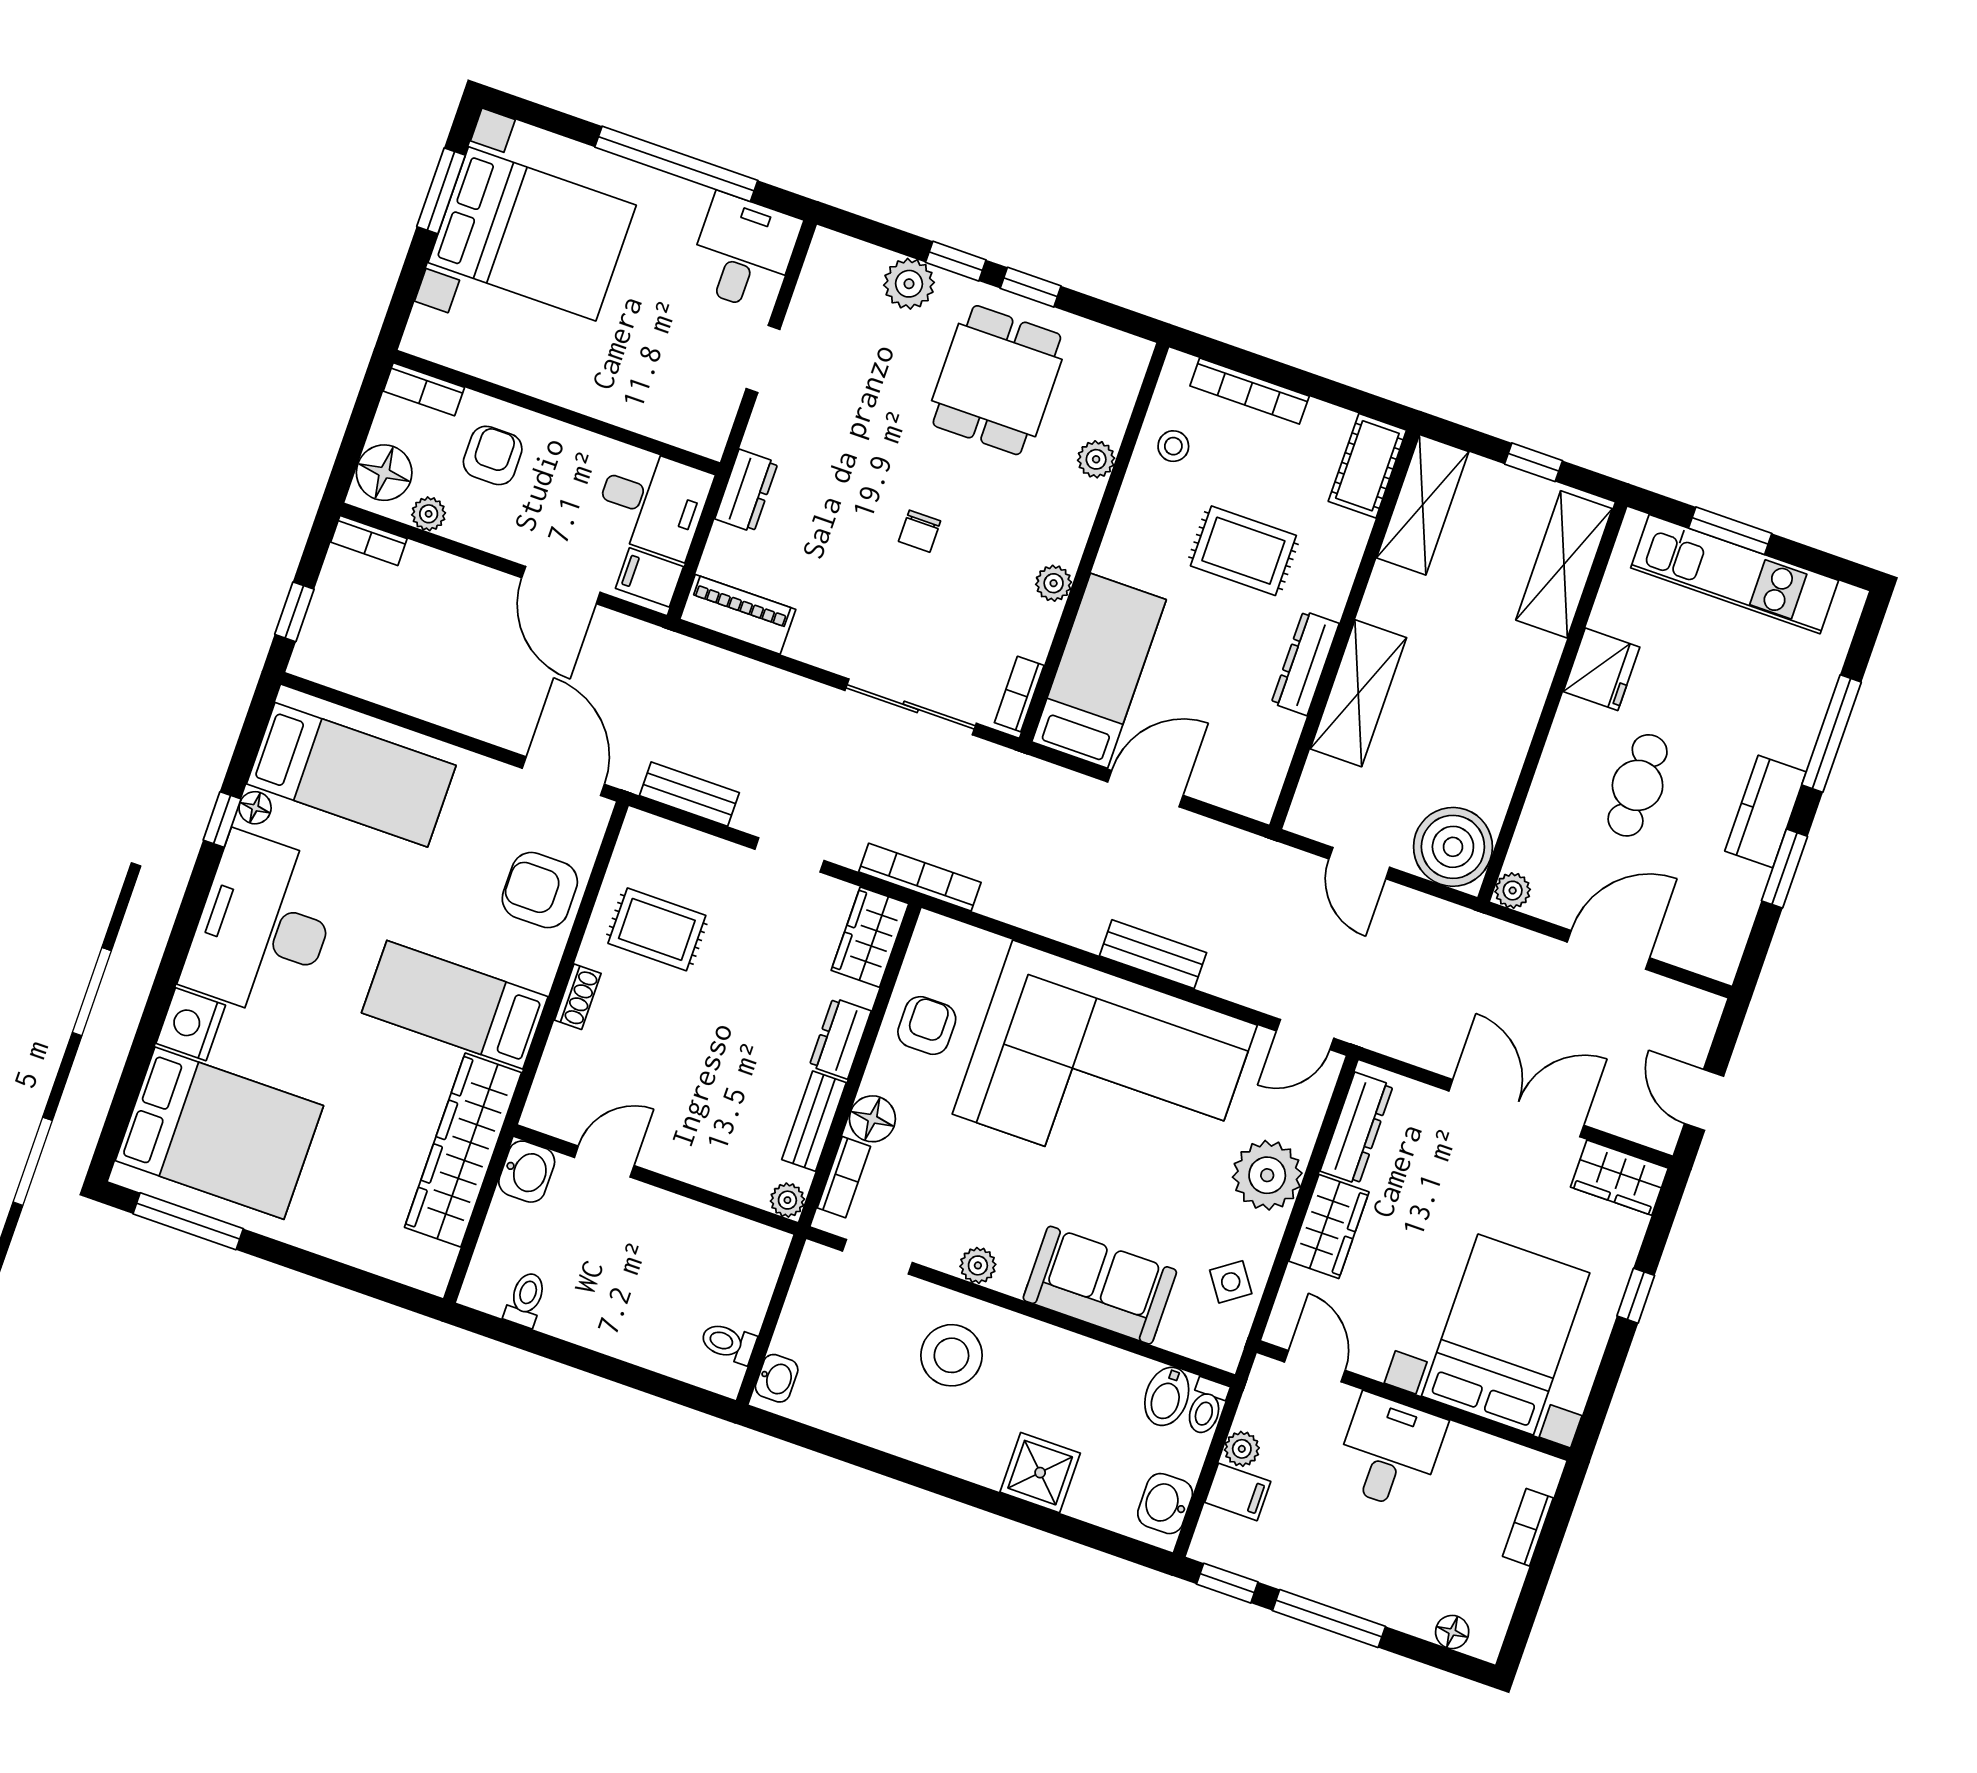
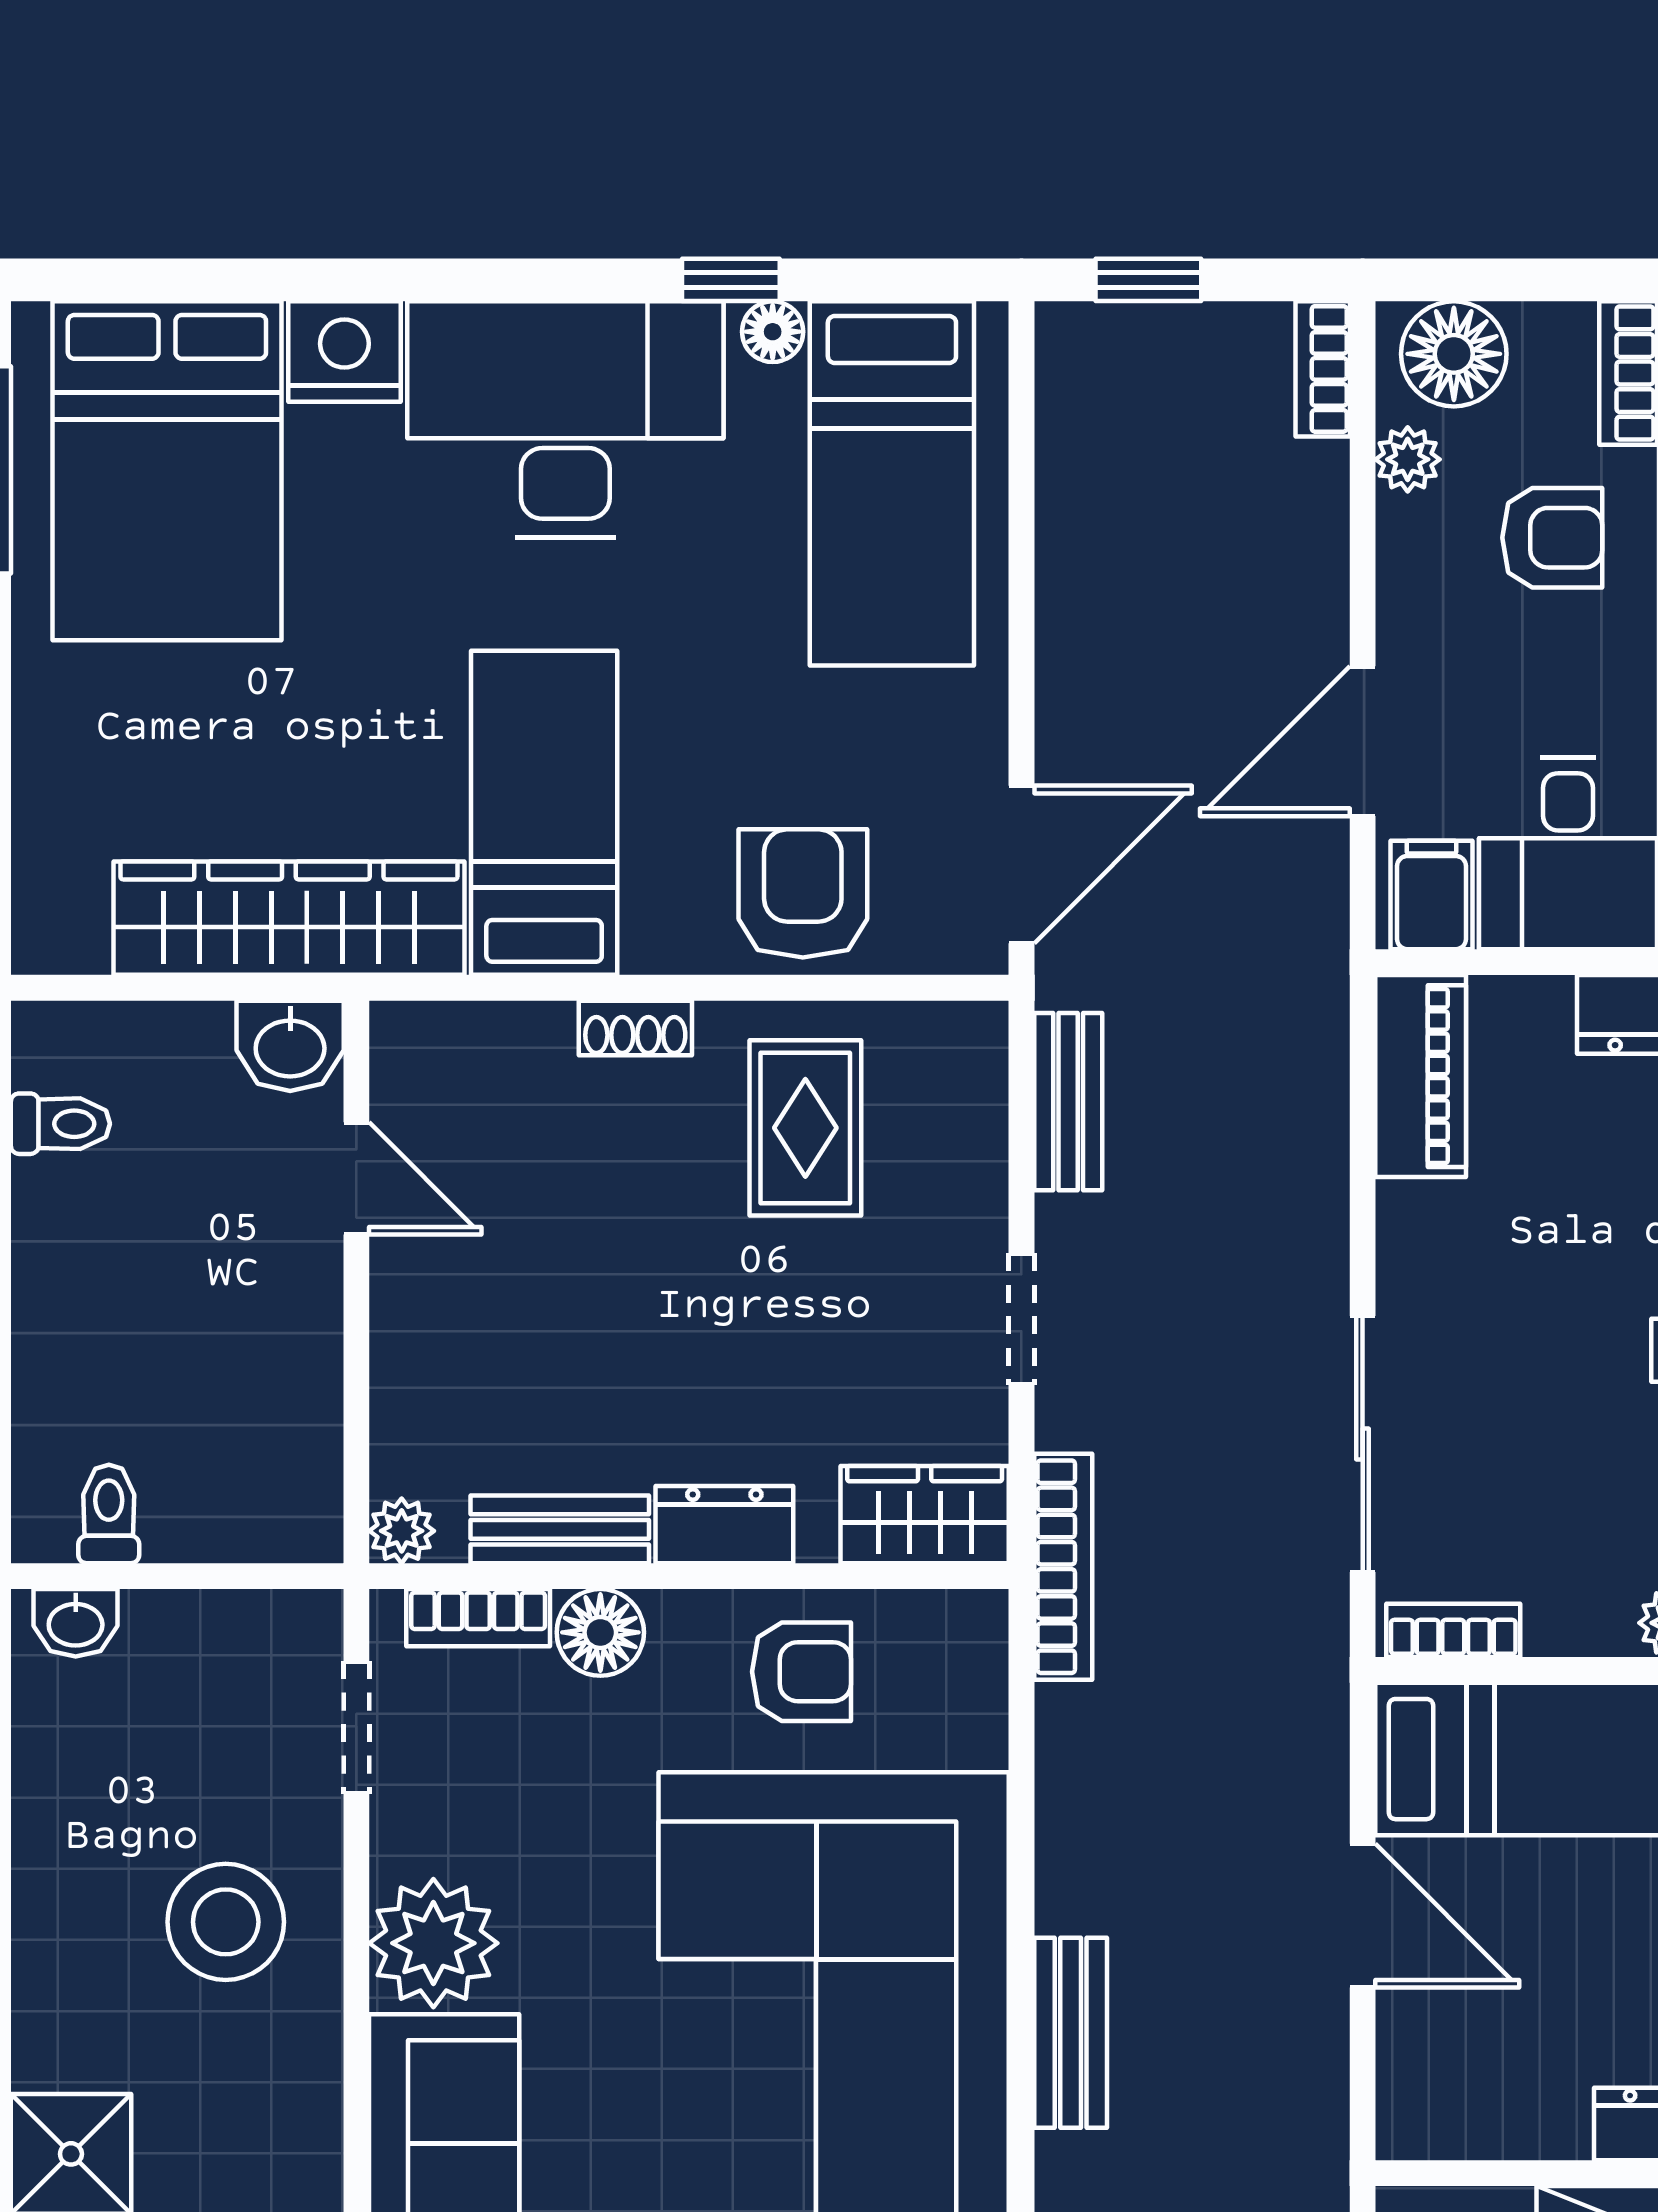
plant: (978, 1265) -> (433, 1943), width x1.88, depth x1.88

